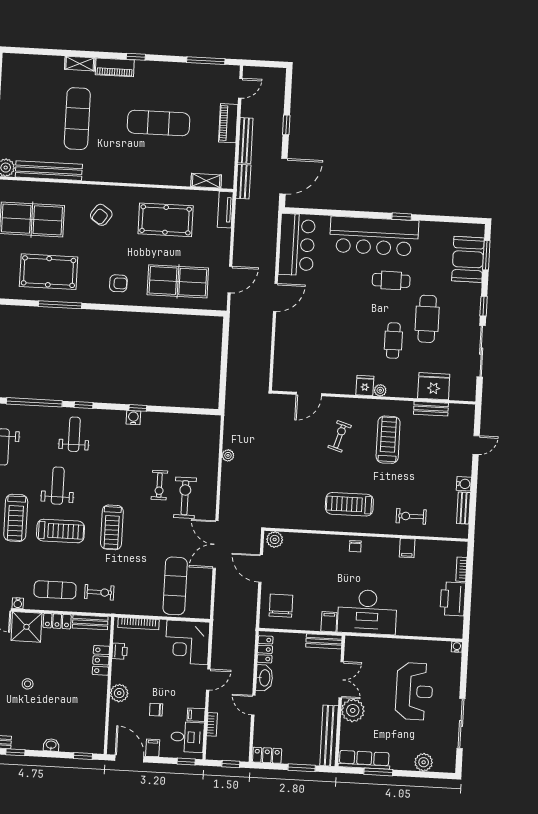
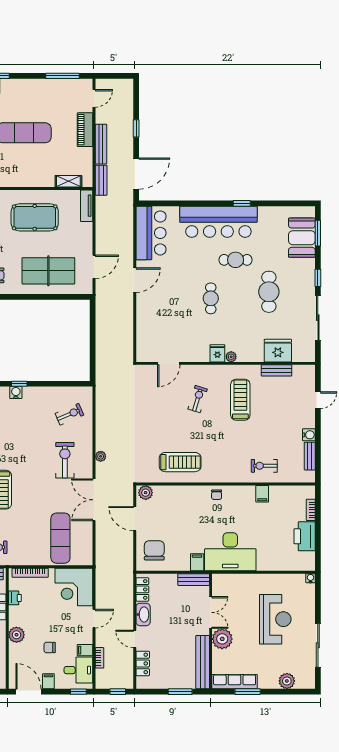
cafe table: (393, 341) -> (211, 298), moved
plant: (228, 455) -> (101, 456), moved
exercise bike: (159, 485) -> (69, 414), moved, turned -113
treadmill: (349, 504) -> (180, 462), moved, turned 180
locker: (267, 755) -> (143, 663), moved, turned 90

